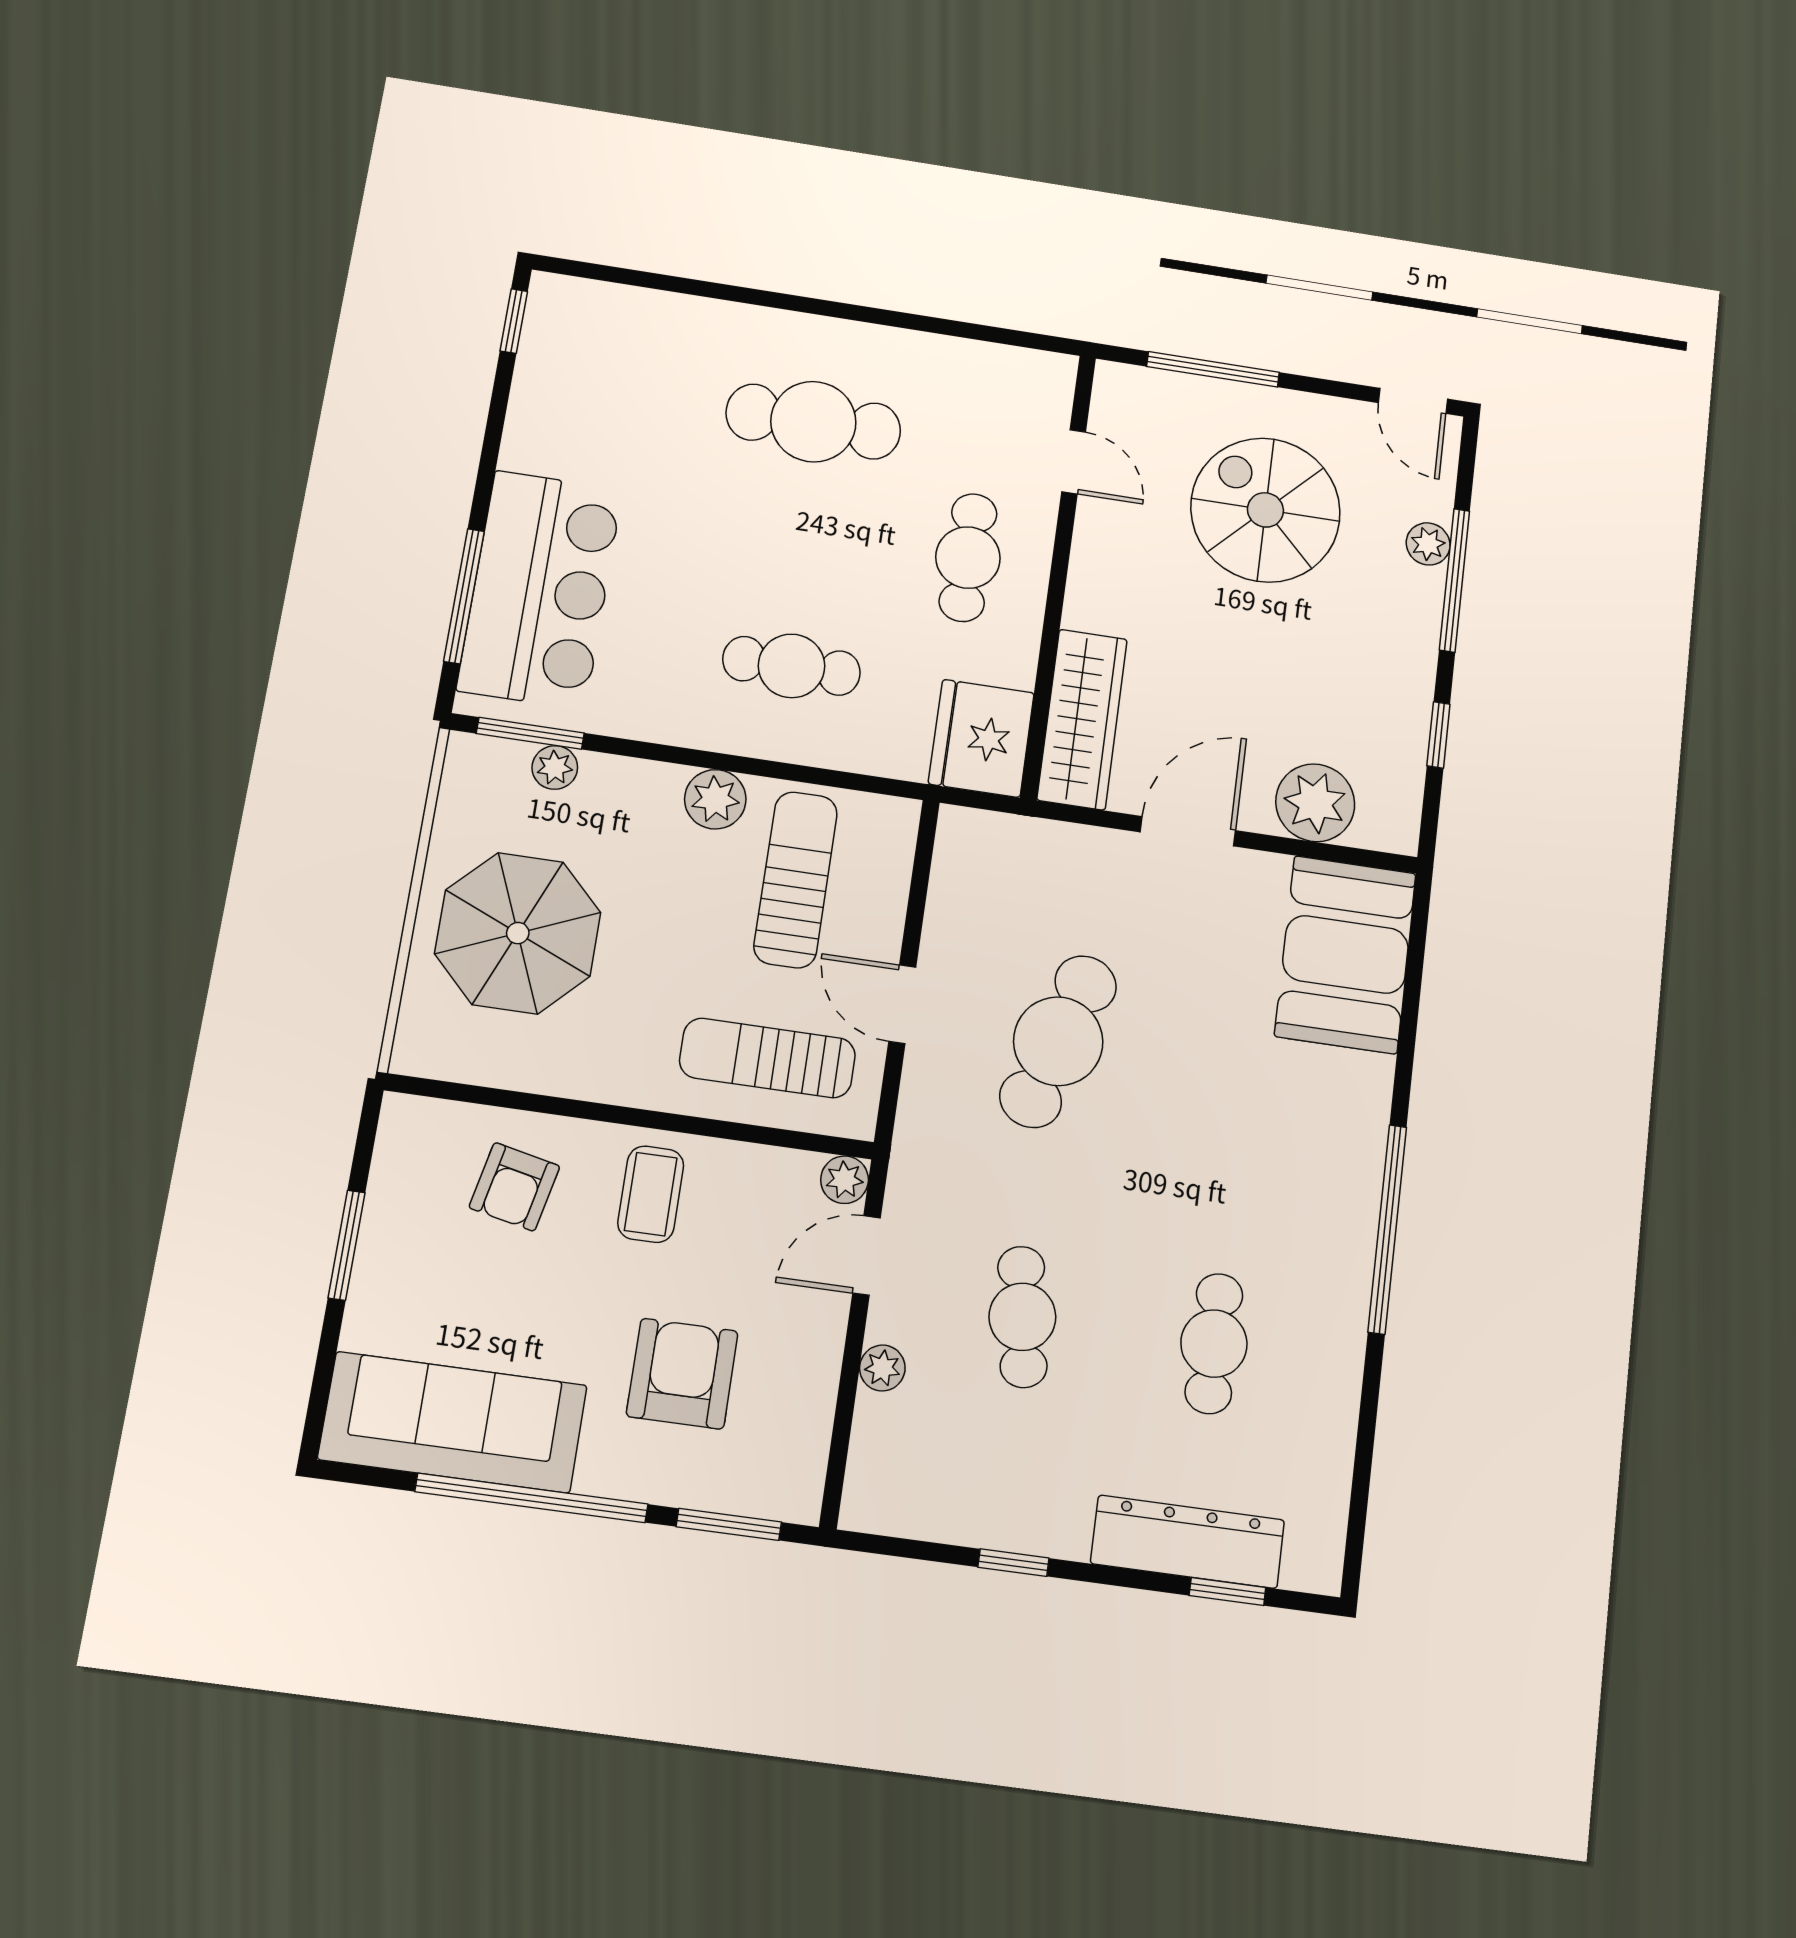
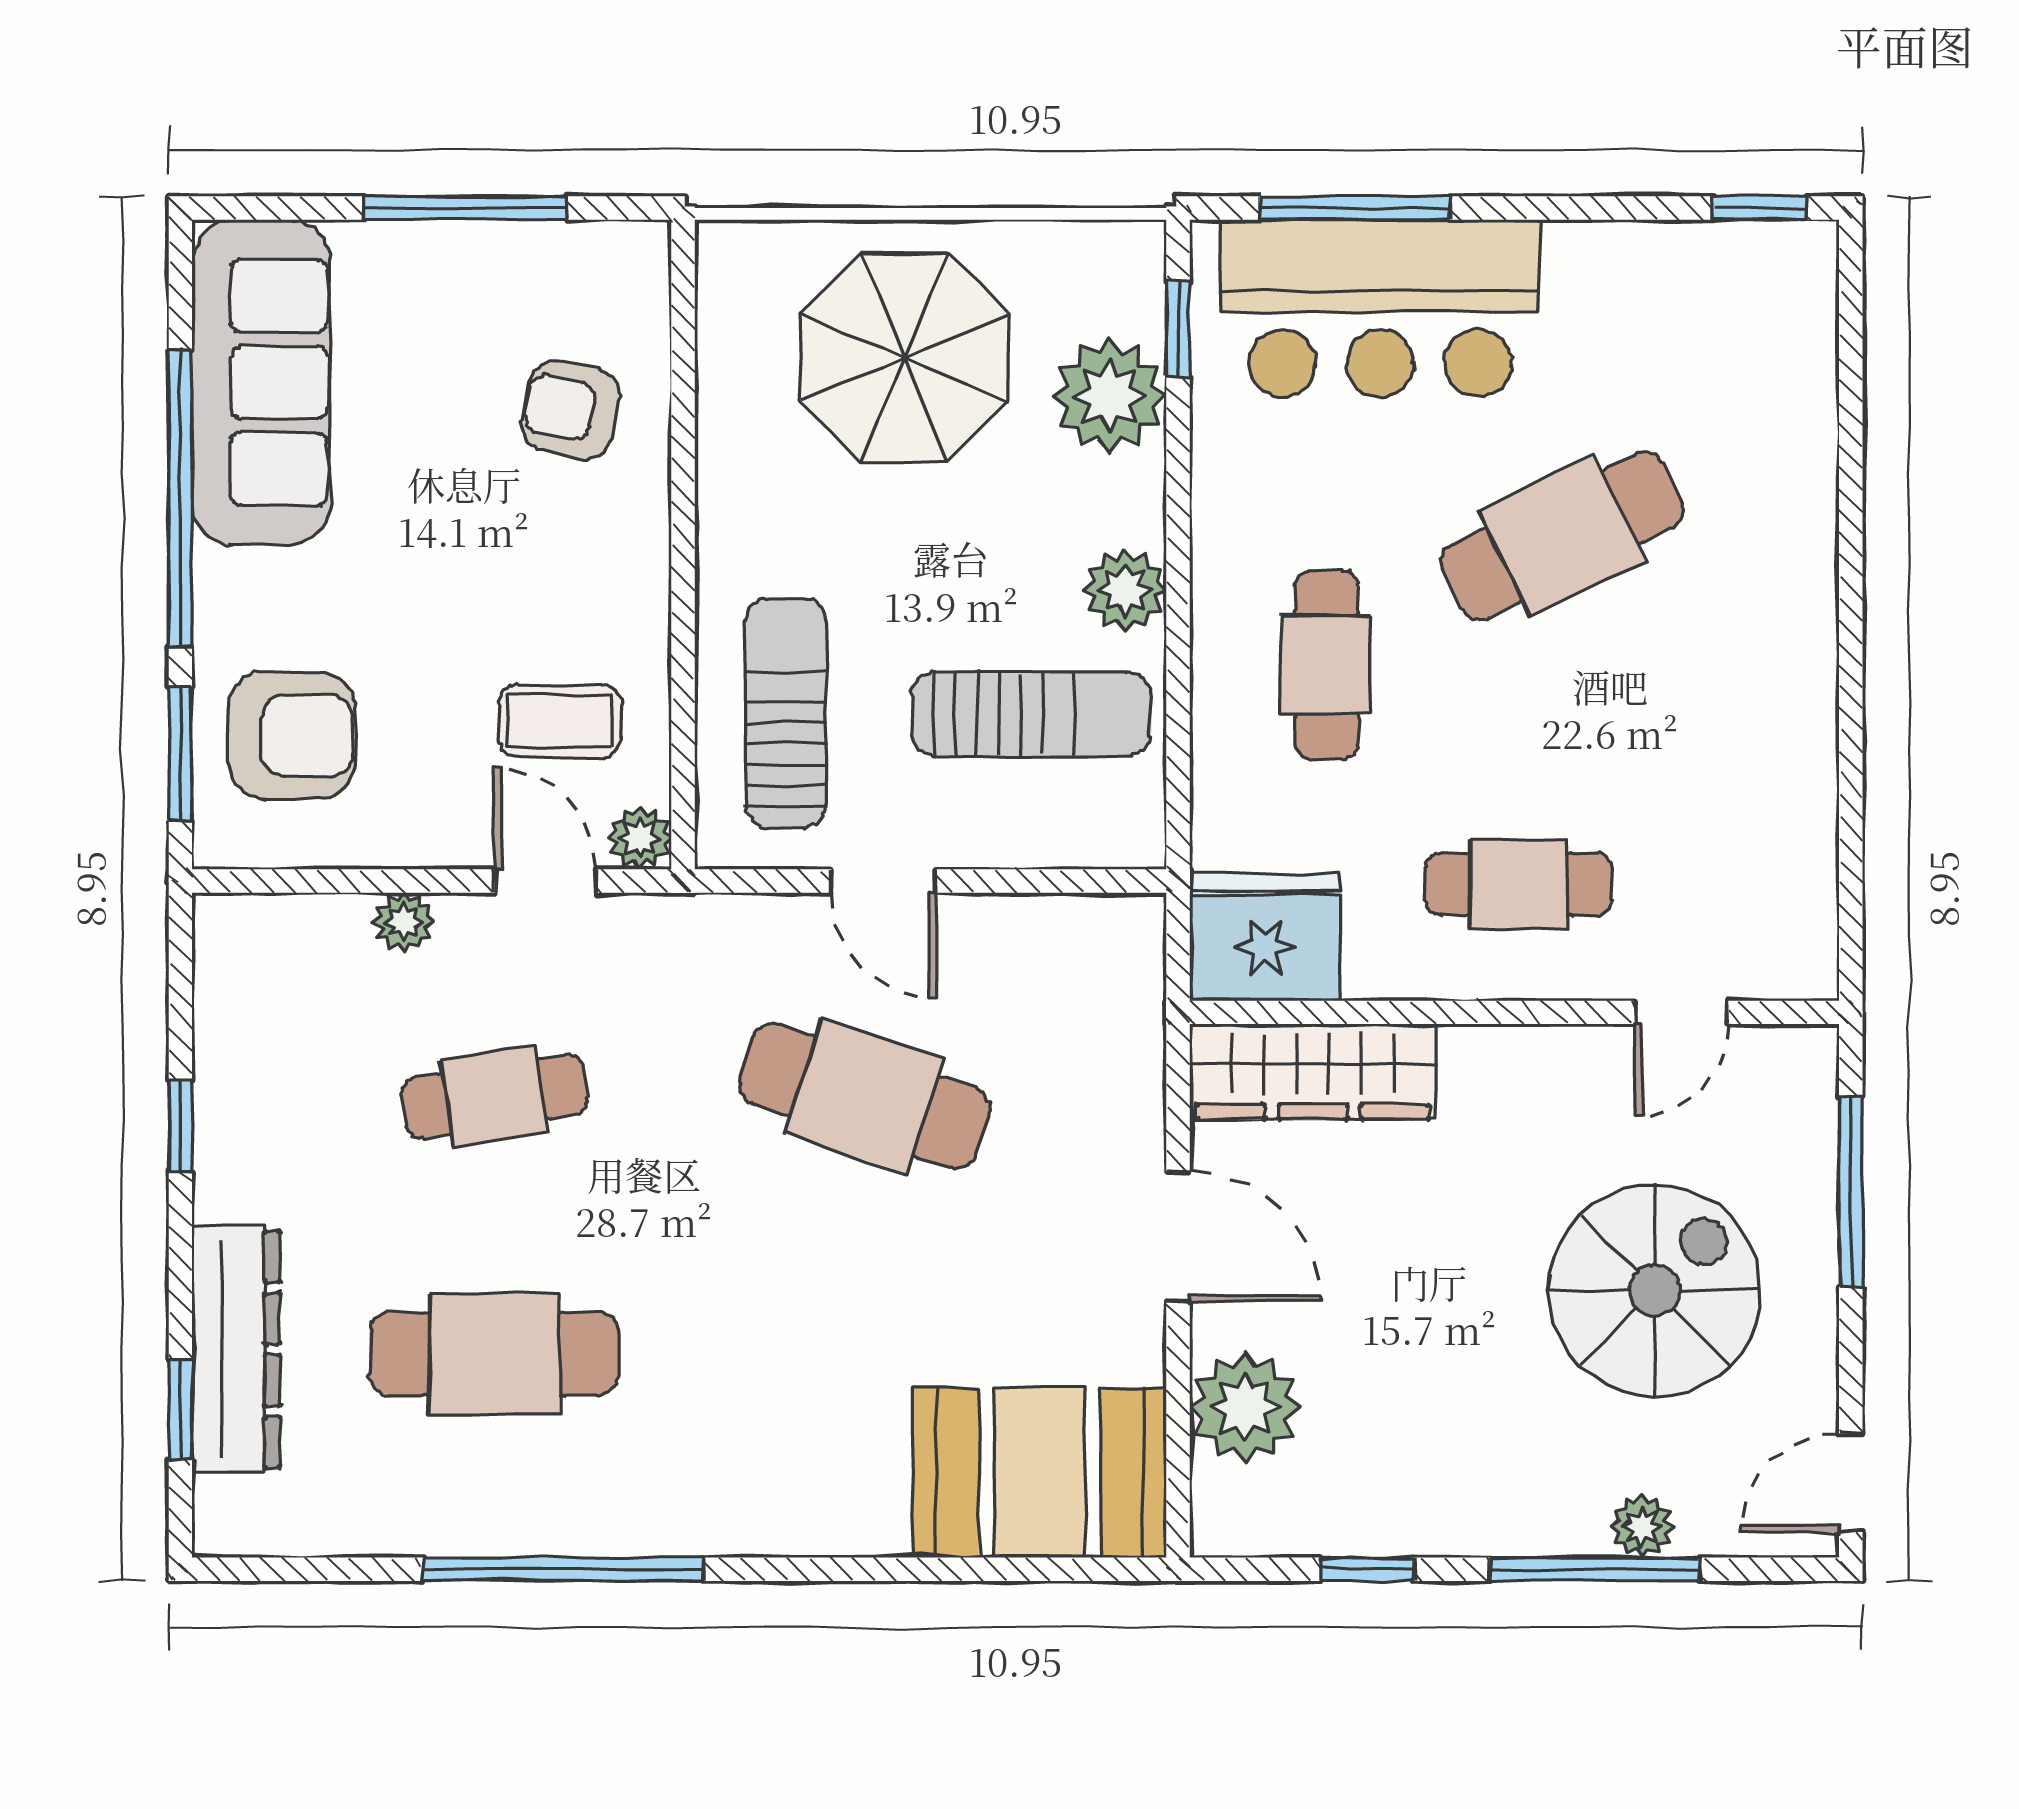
cafe table: (813, 422) -> (1562, 536), moved, turned 64
window: (530, 733) -> (1178, 329), width x0.67
plant: (555, 767) -> (1109, 396), width x1.87, depth x1.87
door: (902, 1004) -> (884, 881), swing flipped
coffee table: (651, 1194) -> (560, 721), moved
window: (1387, 1229) -> (563, 1569), moved
window: (347, 1245) -> (466, 208), width x1.44
cafe table: (1214, 1343) -> (494, 1354), width x1.37, depth x1.35
armchair: (682, 1374) -> (292, 736), moved

